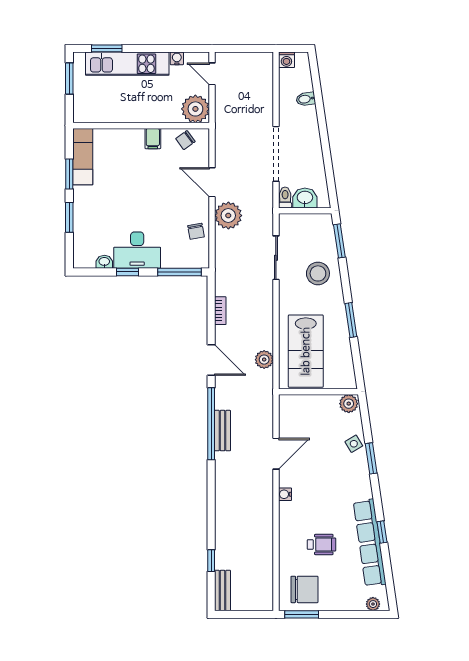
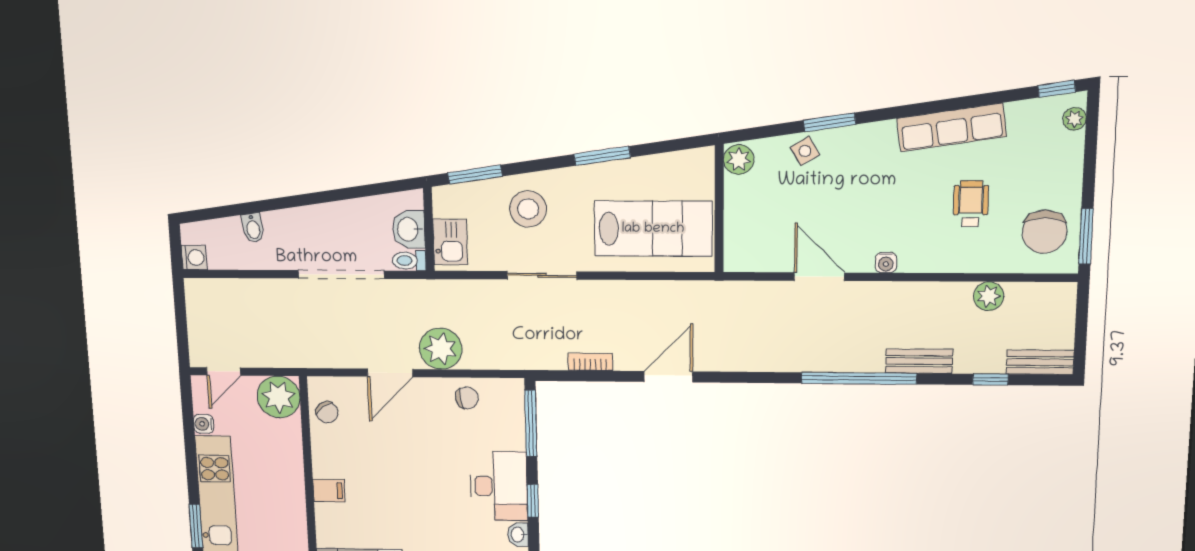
filing cabinet: (153, 139) -> (329, 491), moved
kitchen sink: (297, 224) -> (450, 242), added
sliding door: (276, 258) -> (542, 275), moved
plant: (264, 360) -> (989, 296), moved
window: (211, 424) -> (859, 378), moved
bench: (223, 431) -> (919, 361), moved
window: (382, 532) -> (1057, 89), moved
row of seats: (370, 543) -> (952, 127), width x0.73
chair: (304, 589) -> (1044, 232), turned 180

